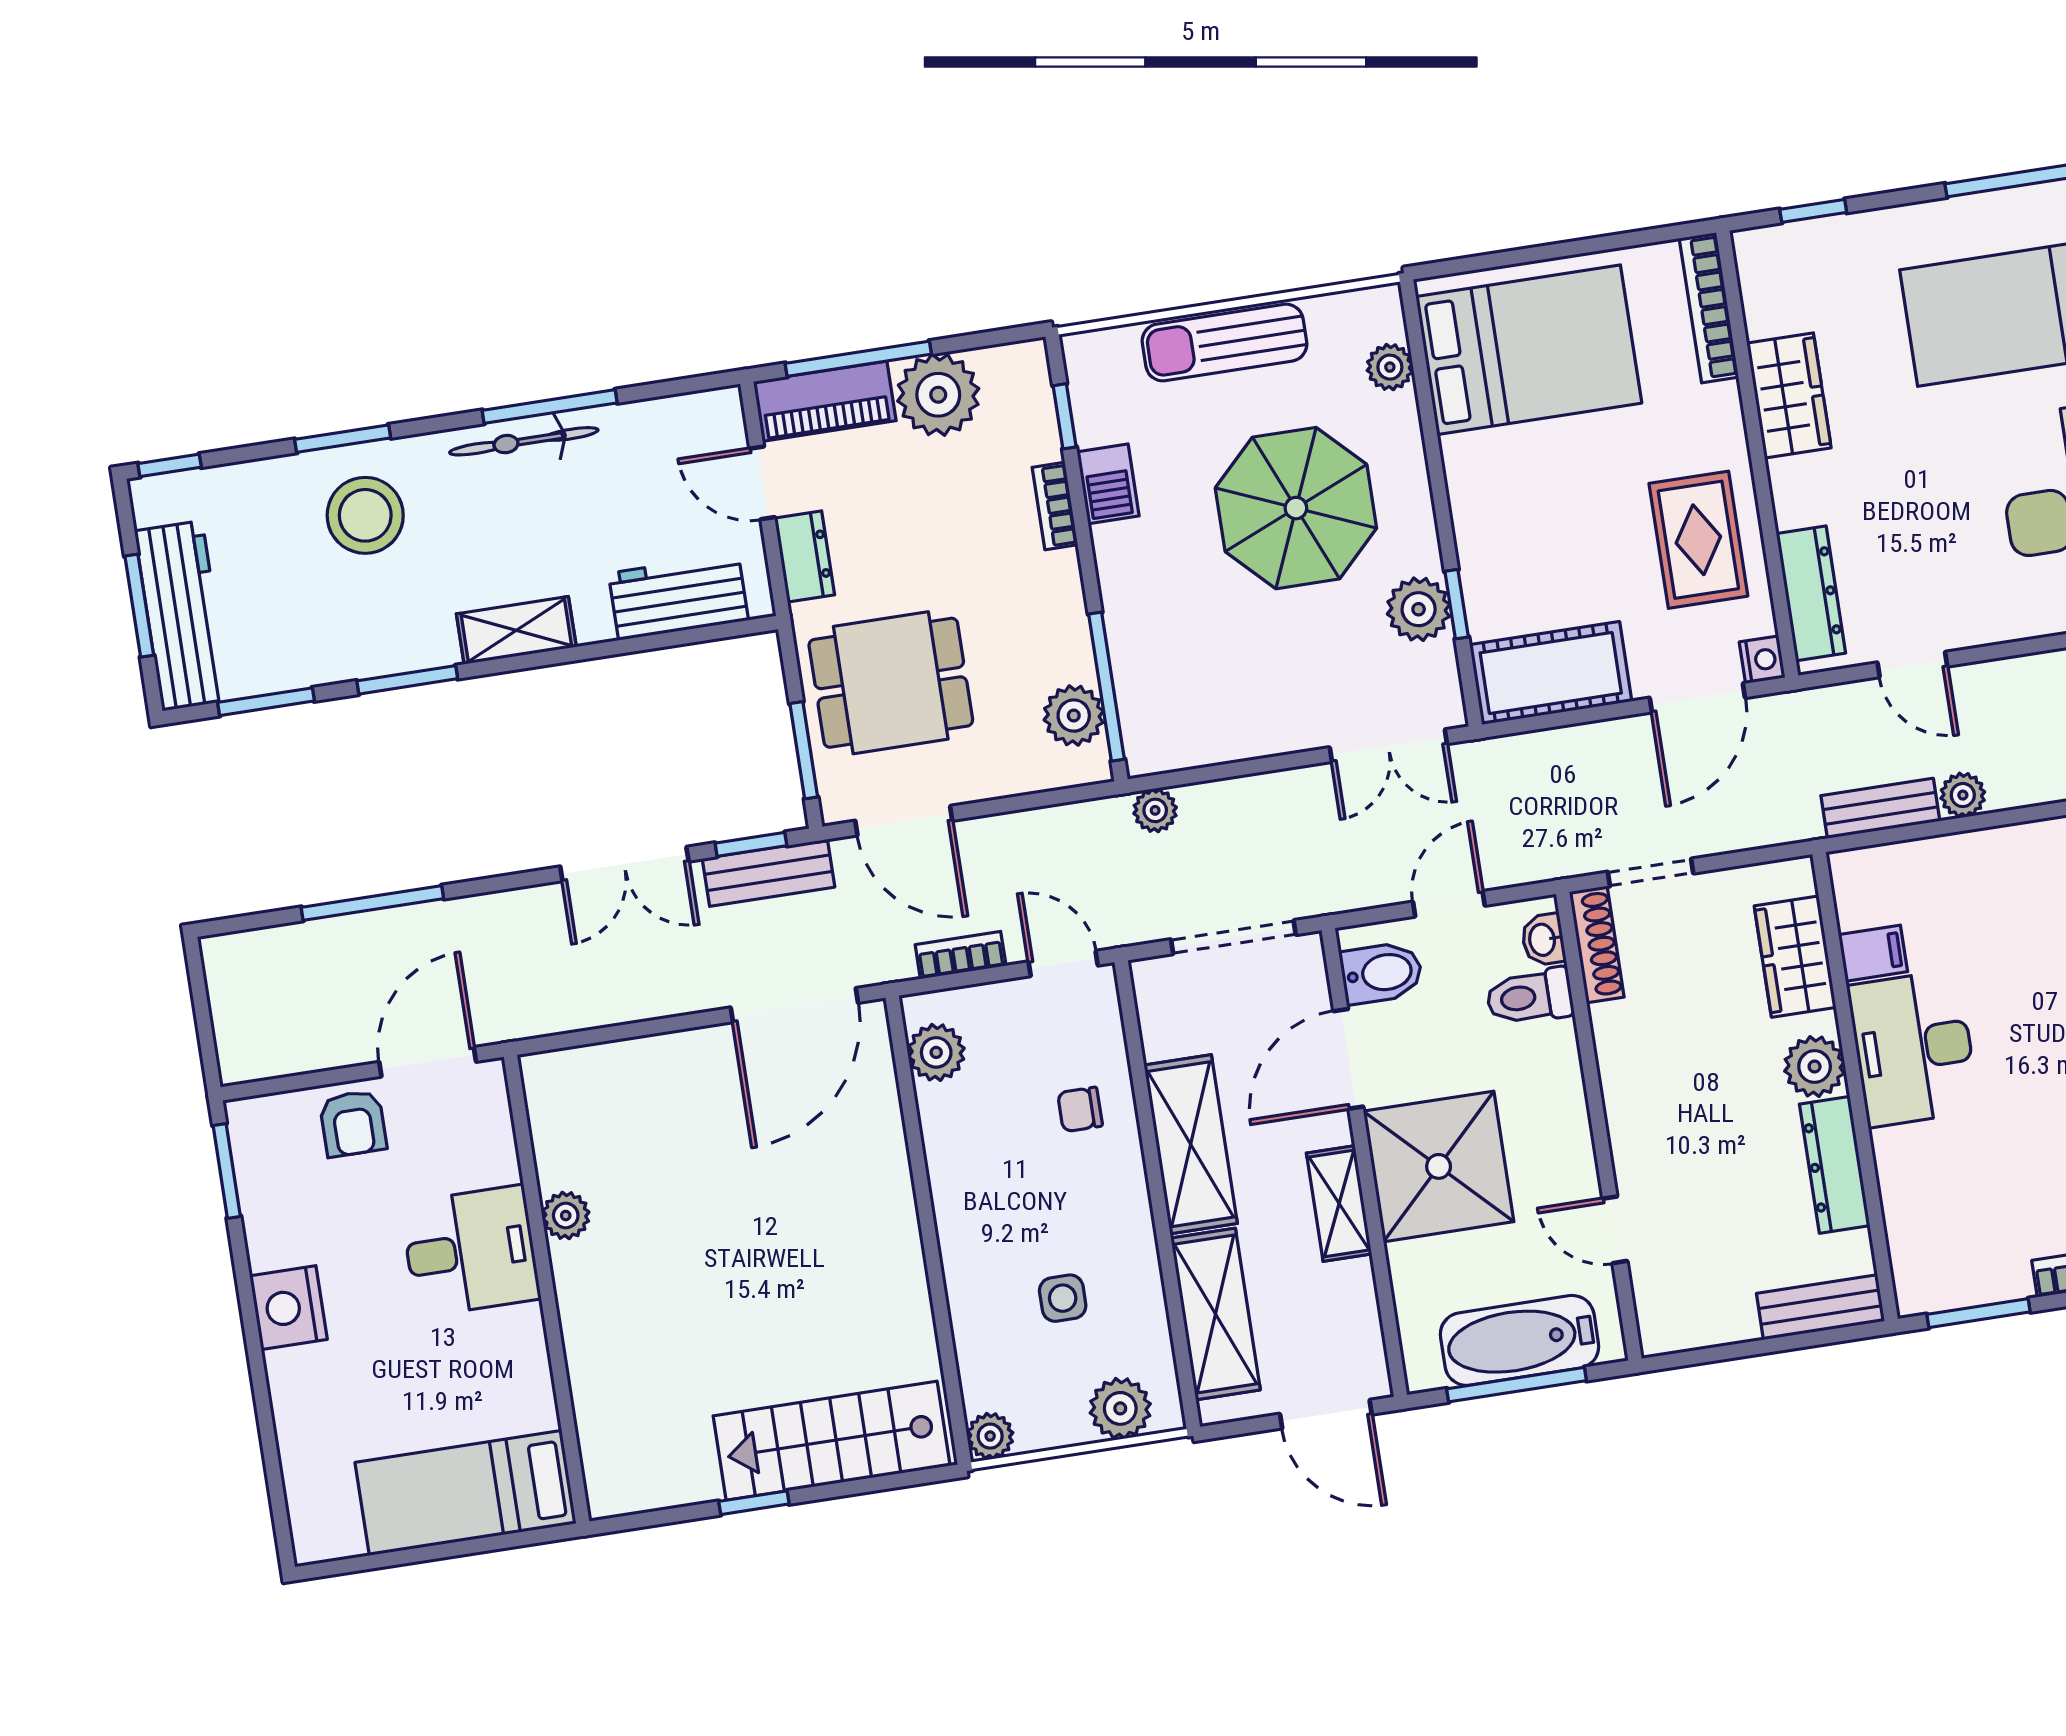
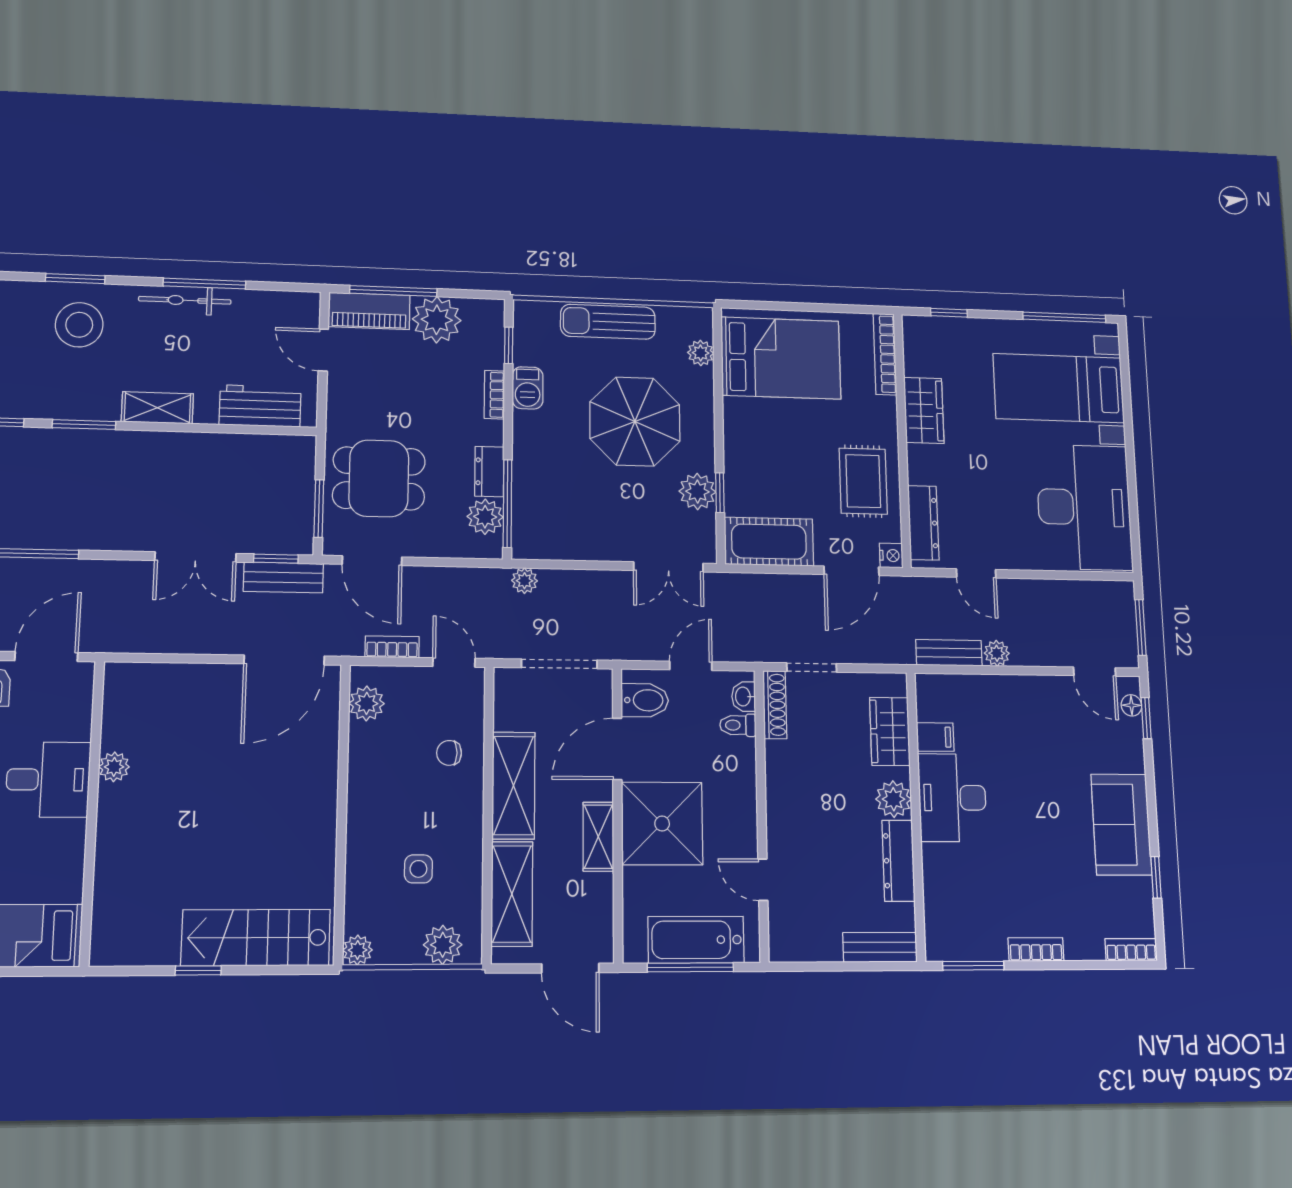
dresser: (805, 556) -> (489, 472), moved, turned 180
toilet: (1530, 997) -> (738, 725), width x0.73, depth x0.72

